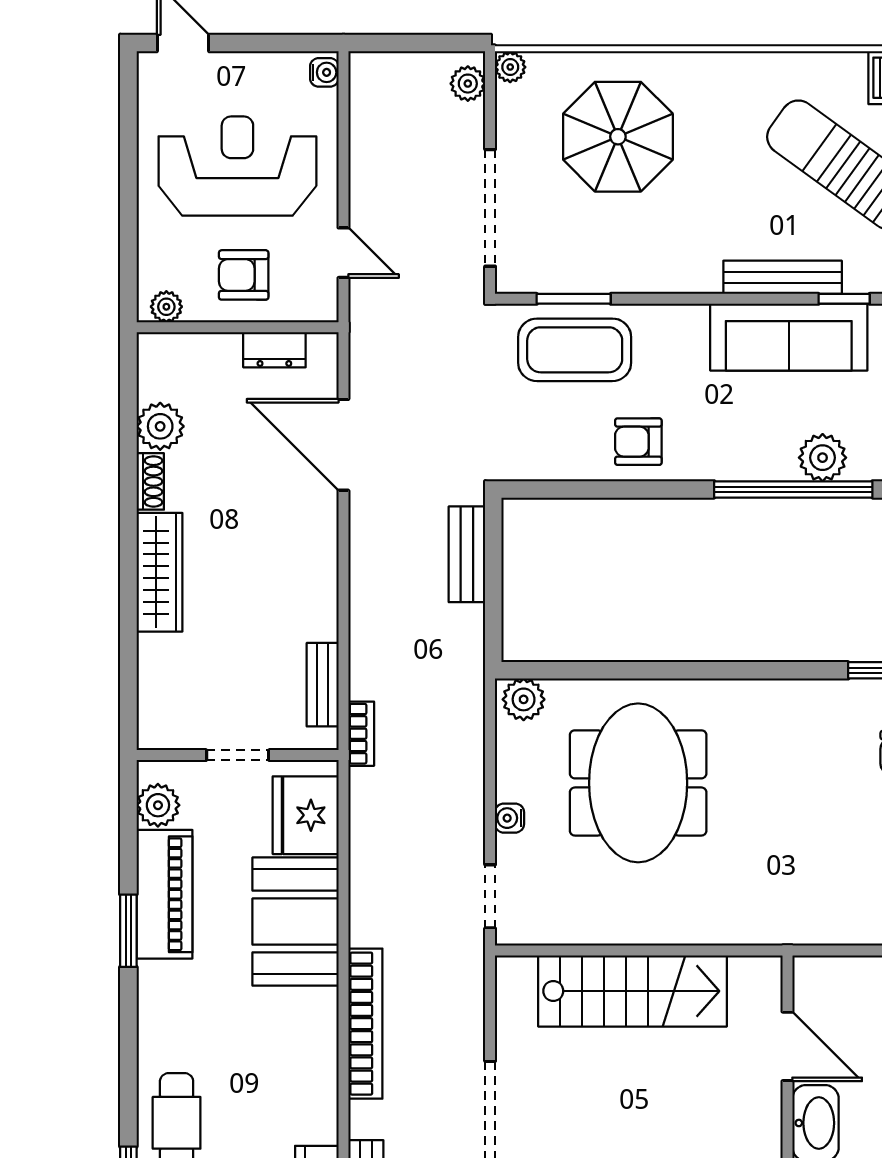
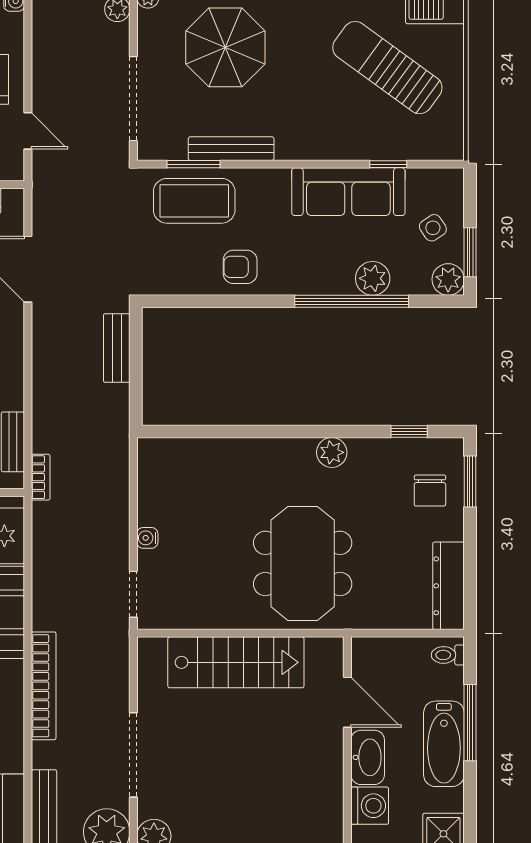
bench: (783, 277) -> (231, 149), moved
plant: (524, 699) -> (332, 452), moved
meeting table: (638, 783) -> (303, 563), moved

